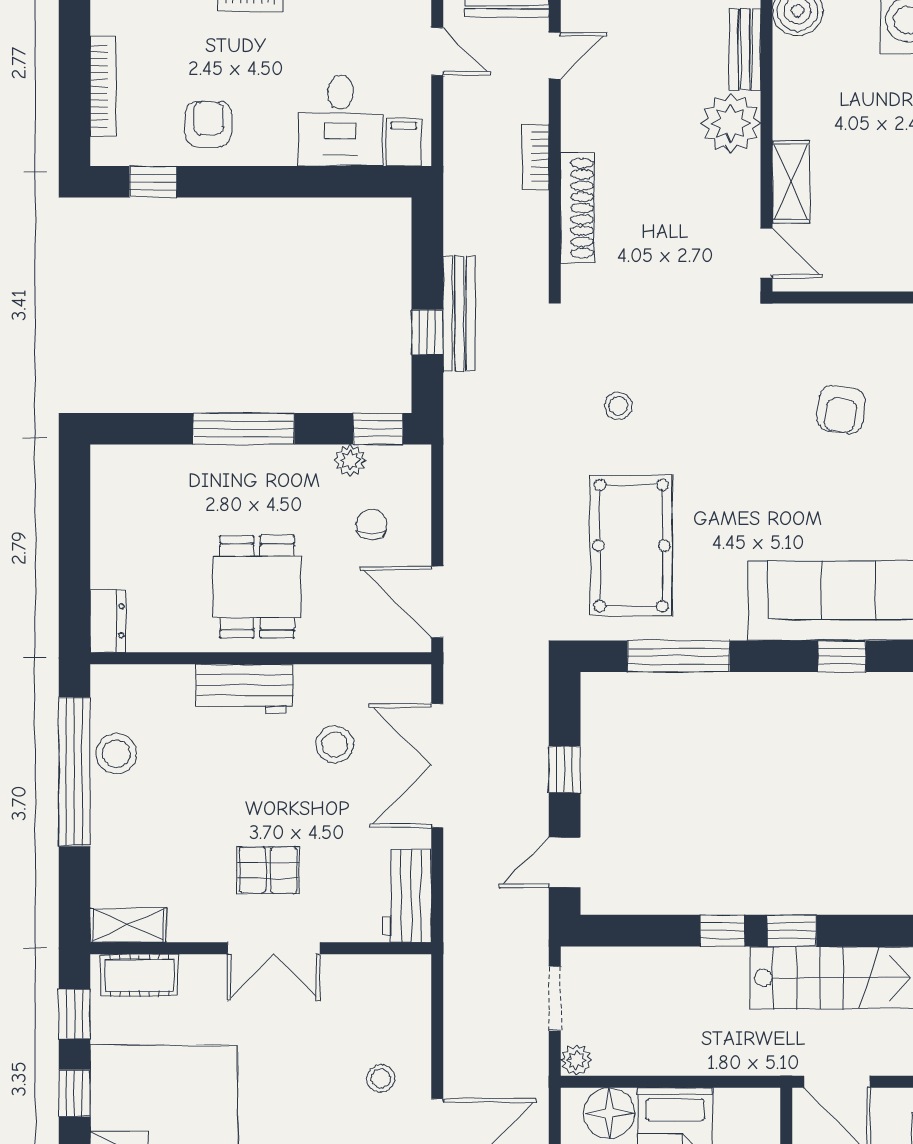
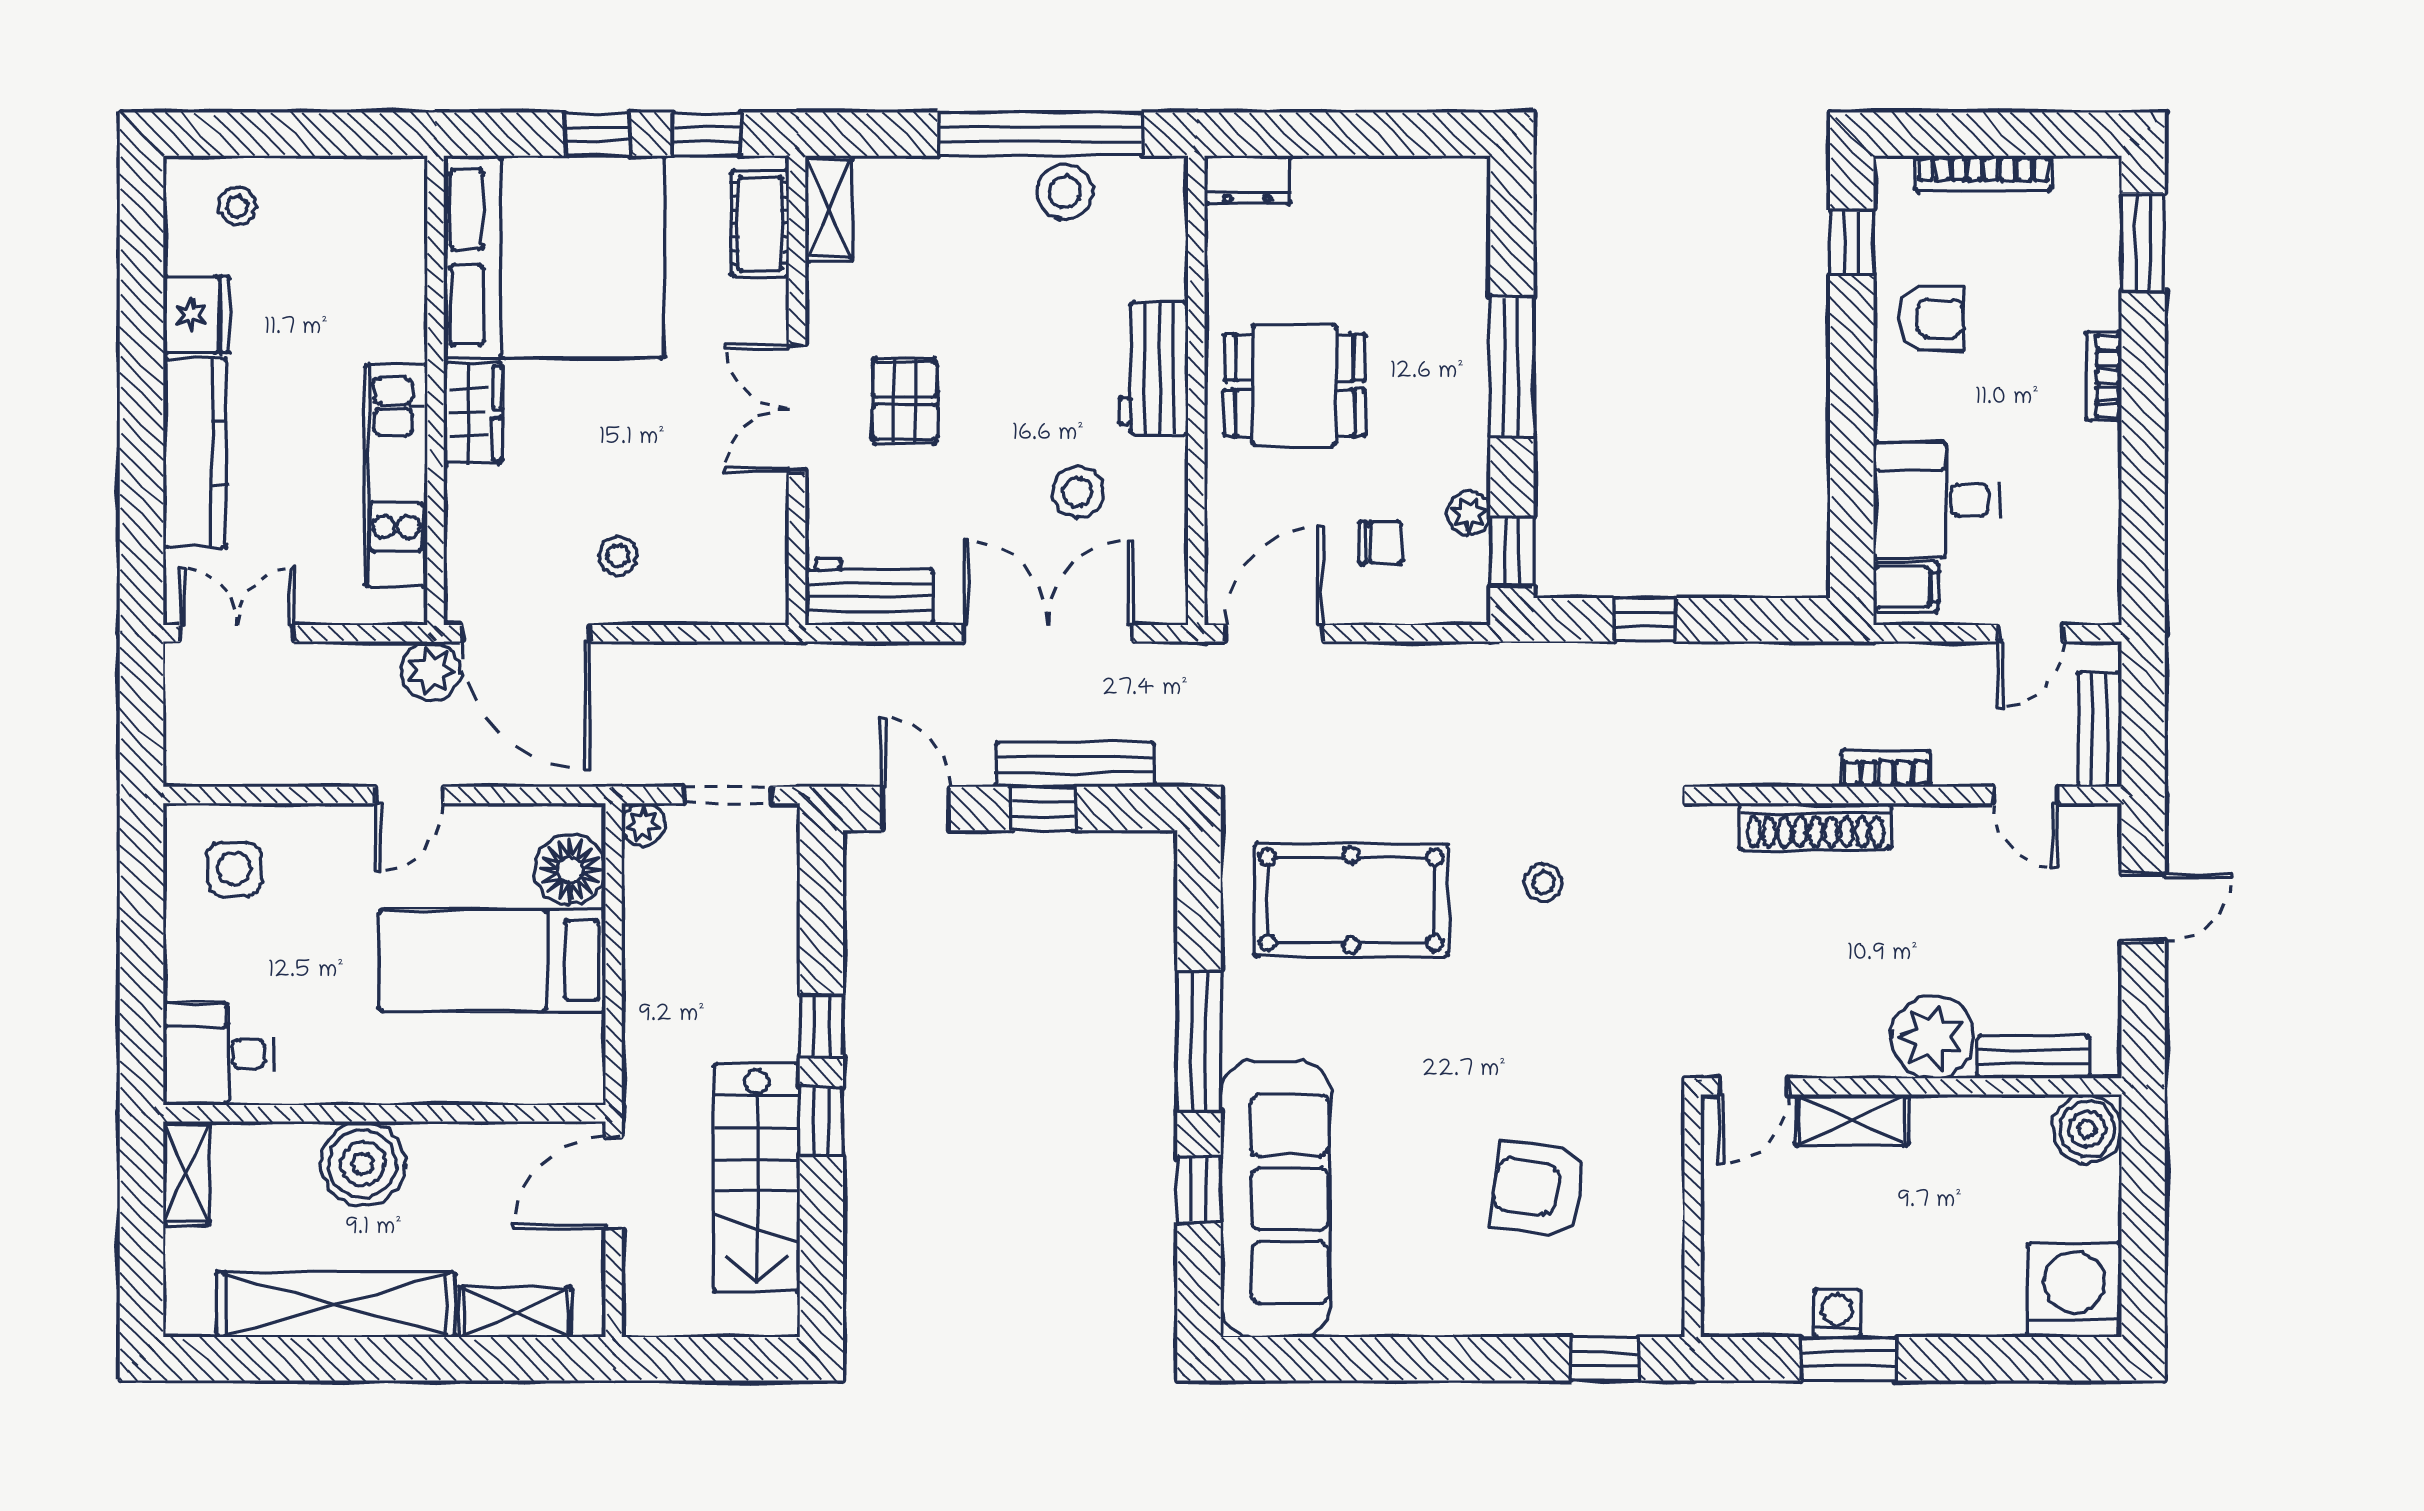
bench: (459, 314) -> (1075, 765), moved
armchair: (841, 410) -> (1538, 1189), width x1.38, depth x1.38
window: (679, 656) -> (1199, 1041), moved

